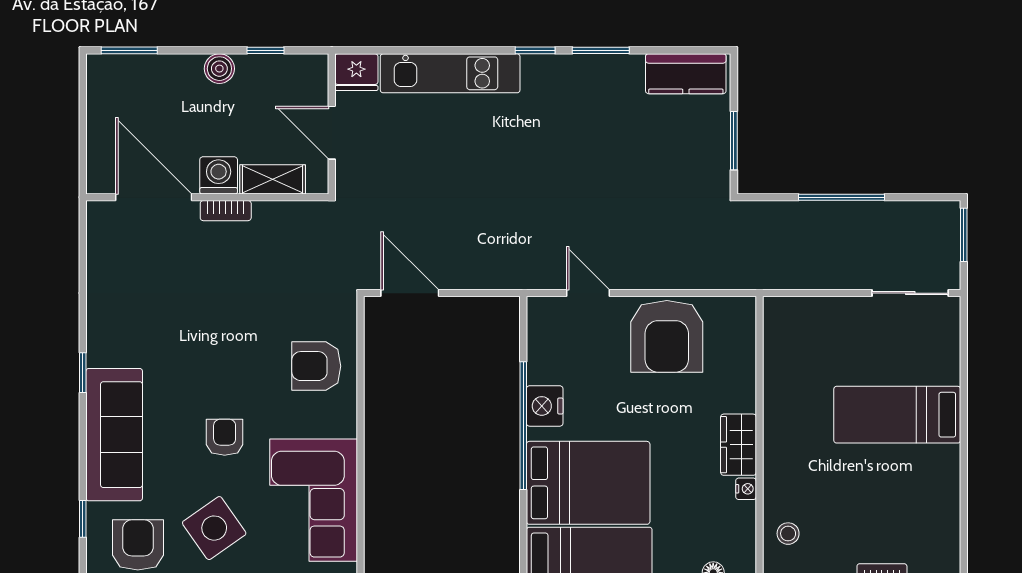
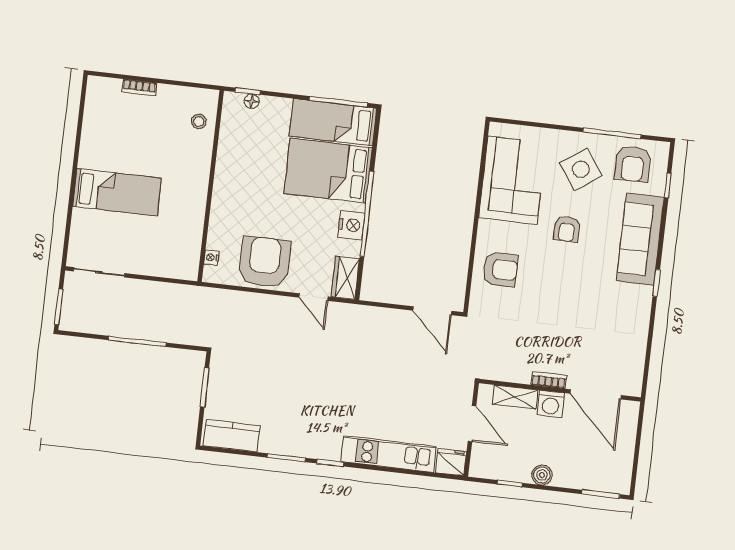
wardrobe: (738, 445) -> (345, 278), moved, turned 180
nightstand: (746, 489) -> (211, 258), moved

